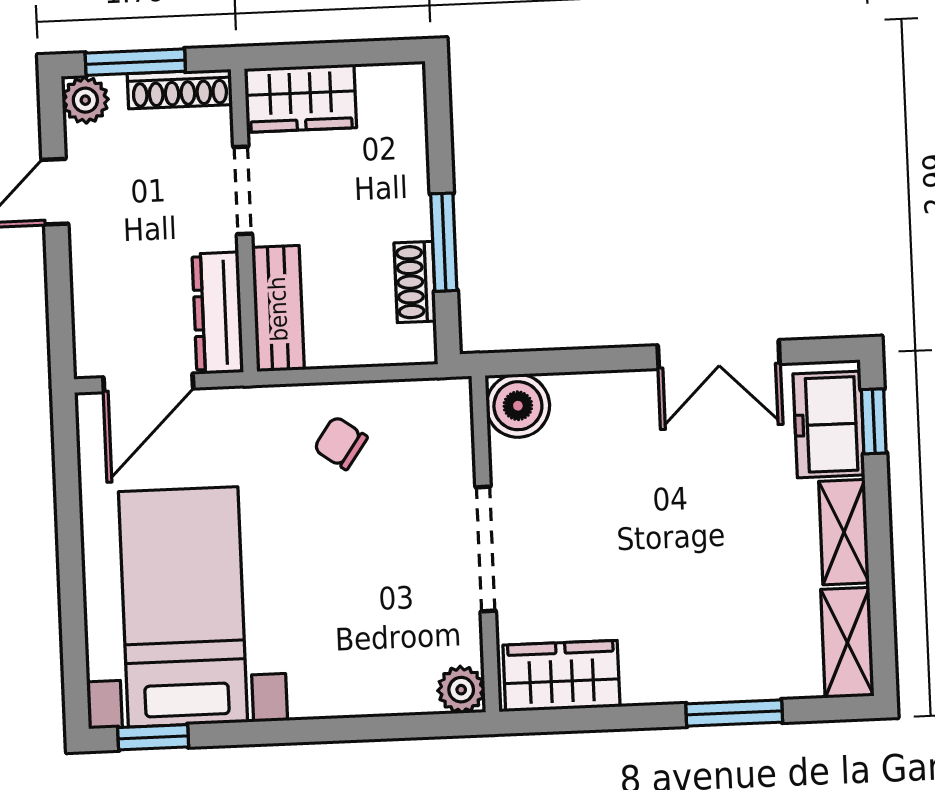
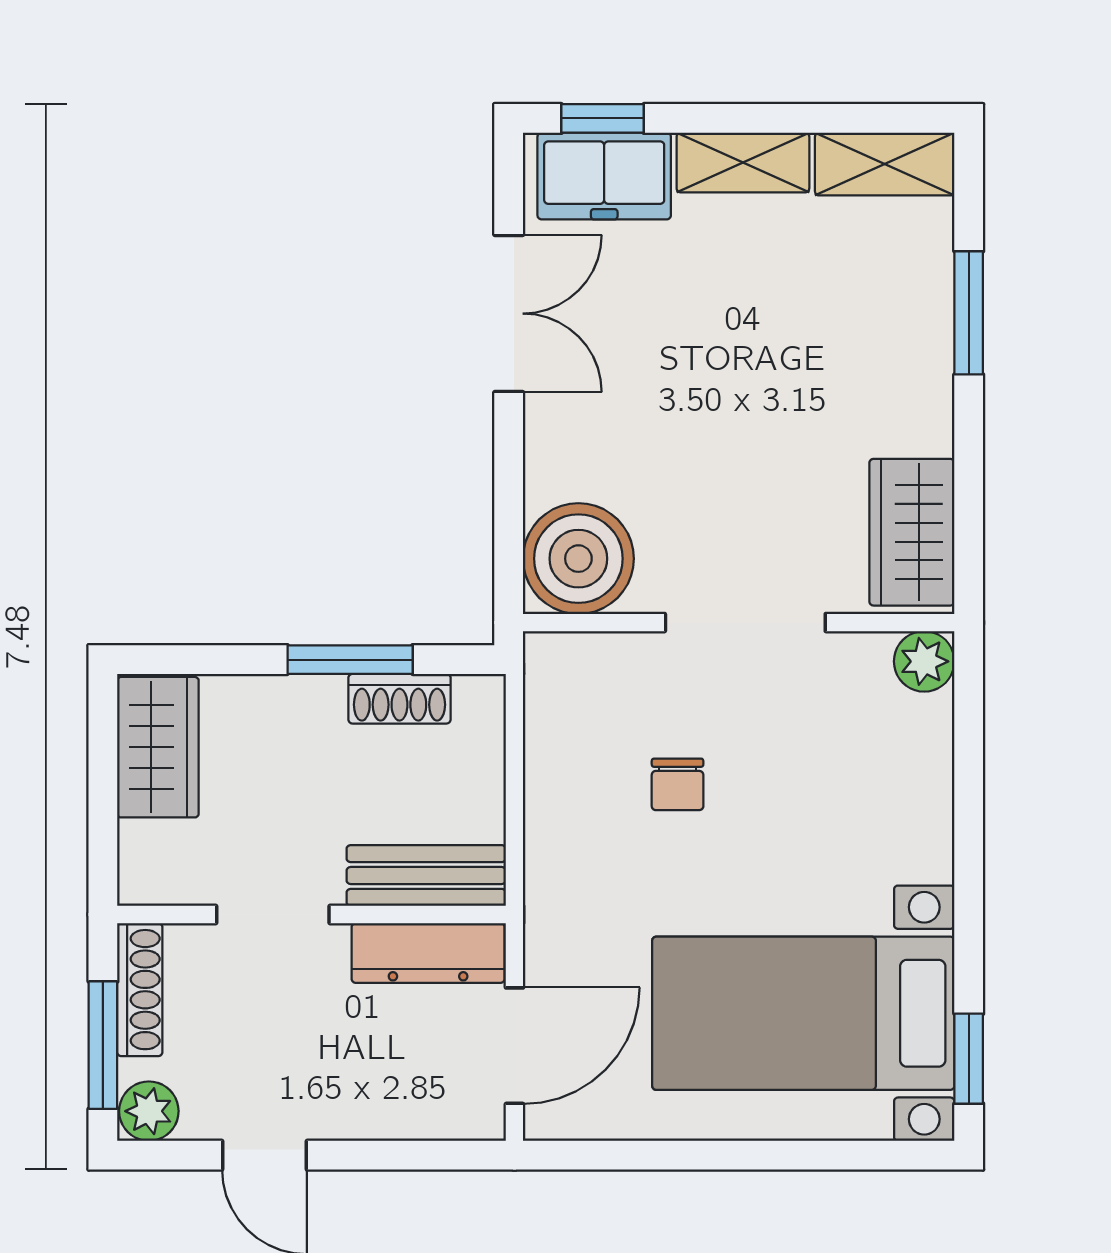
wardrobe: (300, 98) -> (158, 747), moved
door: (148, 383) -> (514, 1046), hinge flipped
boiler: (518, 406) -> (578, 559), width x1.37, depth x1.37
chair: (340, 443) -> (678, 784), moved, turned -35

